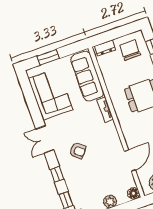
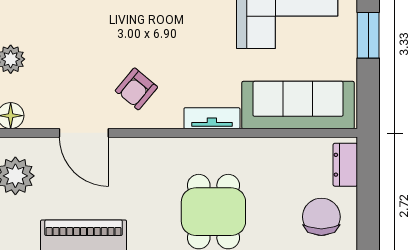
chair: (130, 50) -> (321, 217), turned -90
armchair: (78, 151) -> (136, 89), moved

